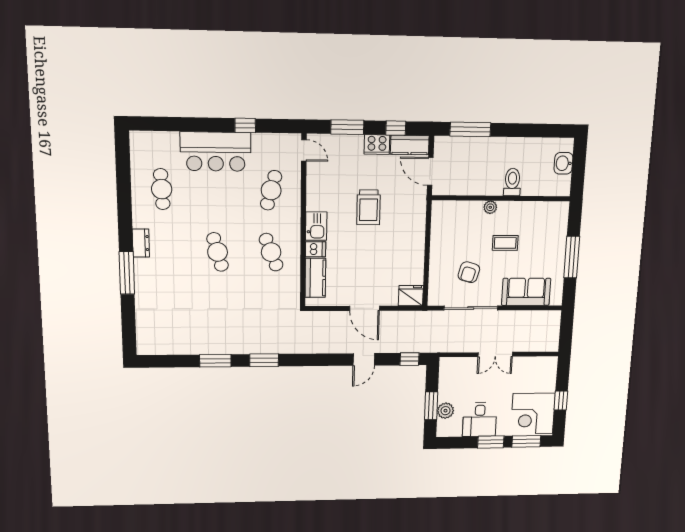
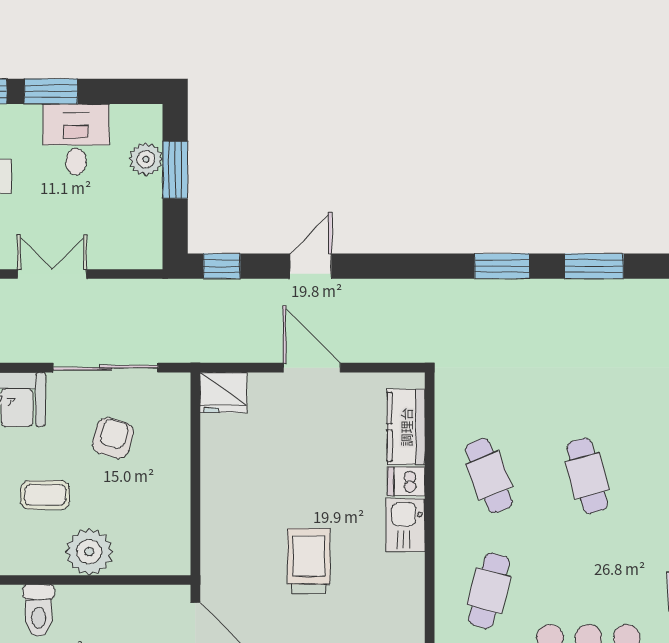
plant: (490, 207) -> (89, 552), width x1.87, depth x1.87

